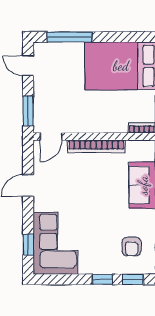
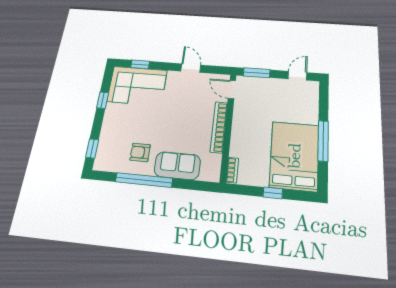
window: (69, 37) -> (323, 141), moved
armchair: (132, 246) -> (140, 152), moved
window: (103, 279) -> (103, 100), moved

